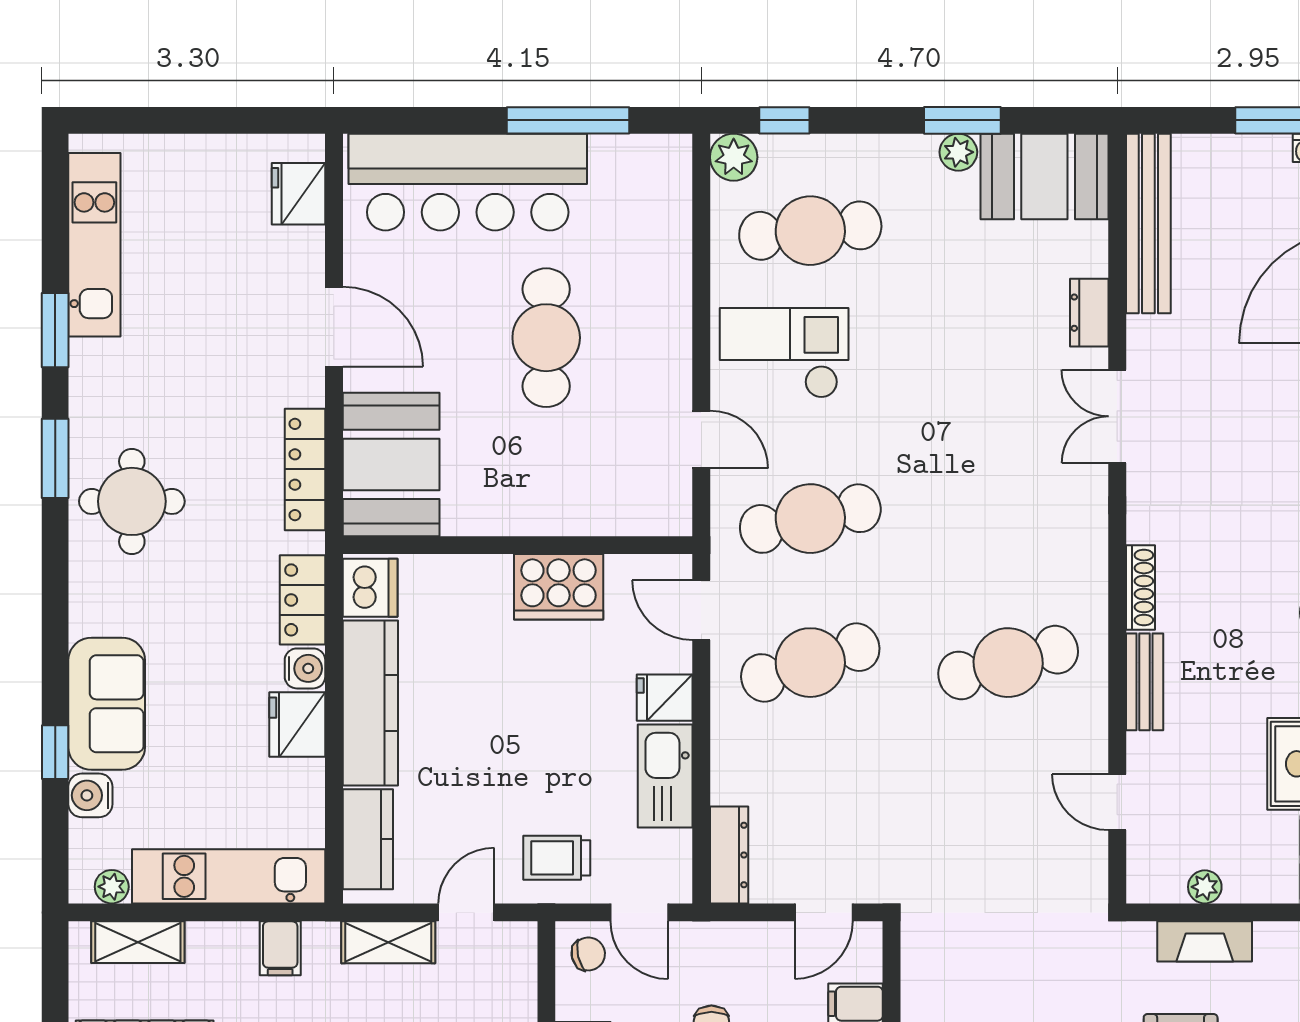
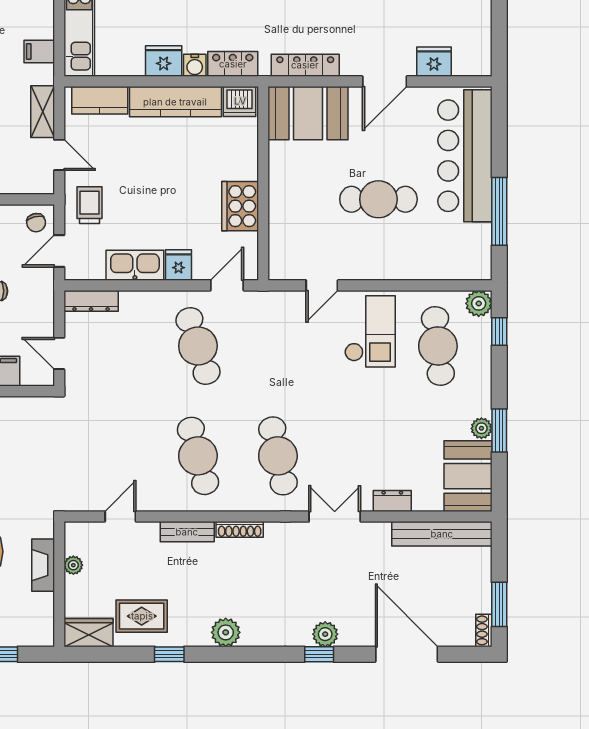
fridge: (298, 194) -> (434, 62), moved
cafe table: (810, 519) -> (278, 456), moved

